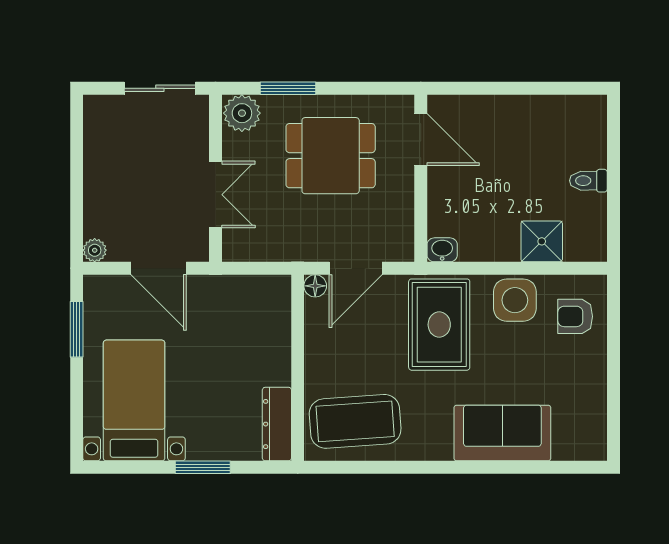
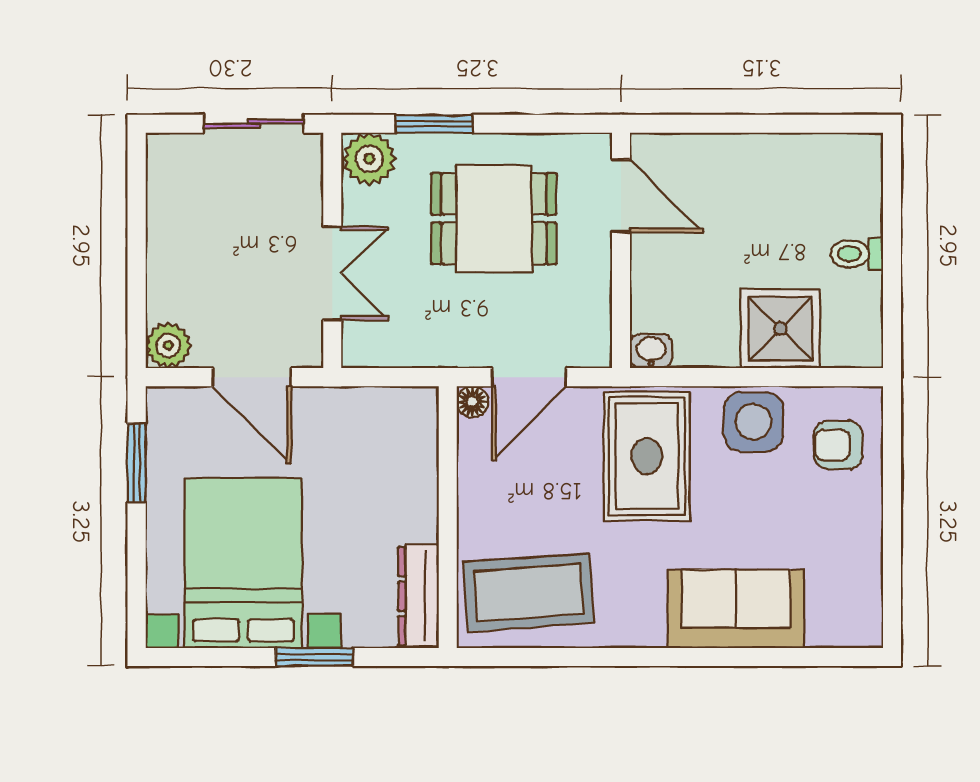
shower: (542, 241) -> (780, 329), width x1.36, depth x1.36
plant: (95, 250) -> (168, 346), width x1.38, depth x1.38
bed with nightstands: (134, 400) -> (243, 563), width x1.36

